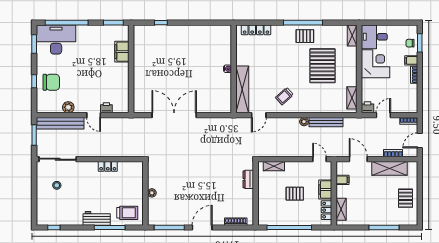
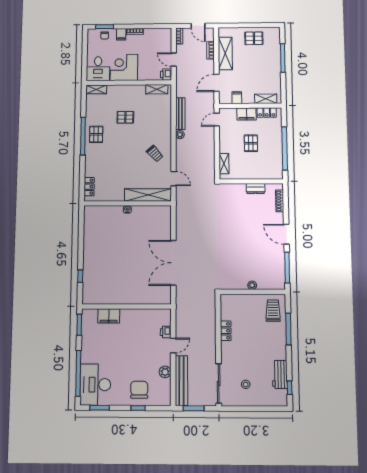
locker: (256, 30) -> (89, 187), width x0.66
pallet: (323, 66) -> (125, 117), width x0.49, depth x0.50
dresser: (248, 179) -> (256, 189), moved
workbench: (97, 218) -> (280, 374), moved

